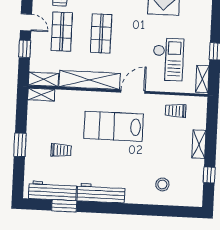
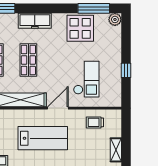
shelving: (202, 79) -> (116, 94), removed
lab bench: (114, 126) -> (43, 138), turned 180

